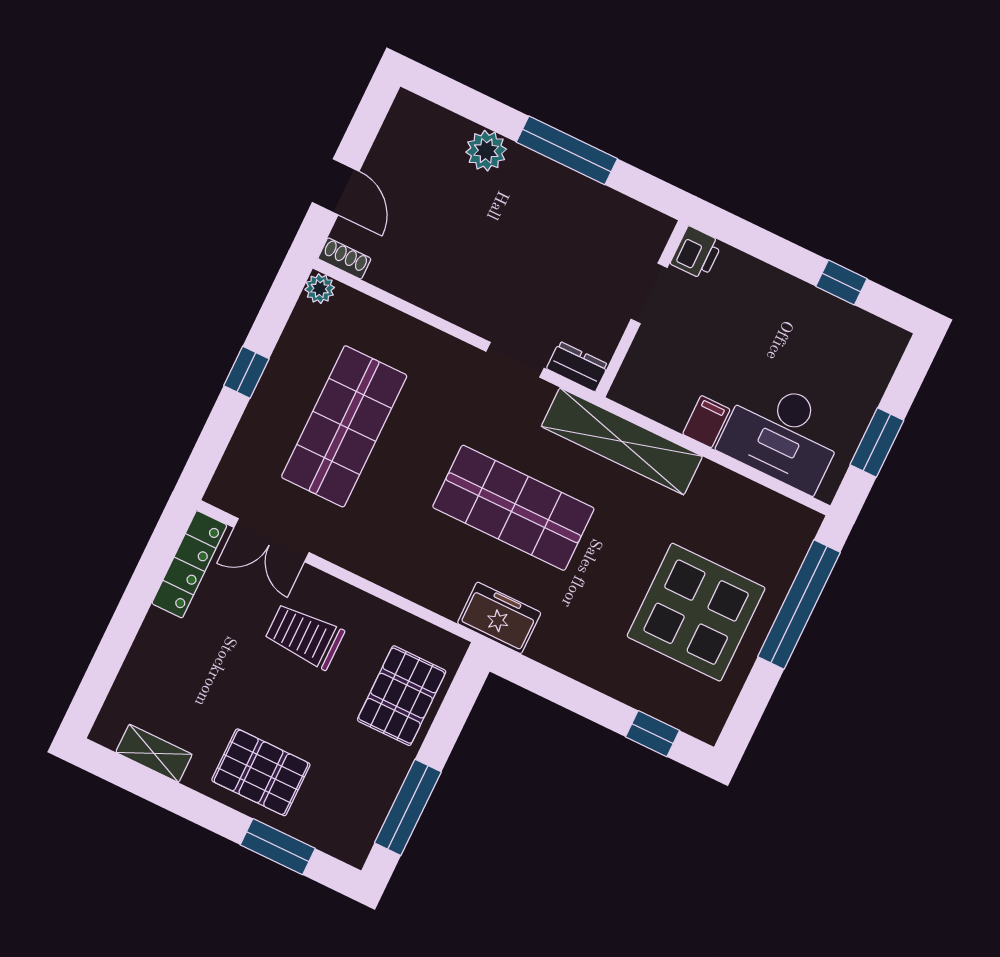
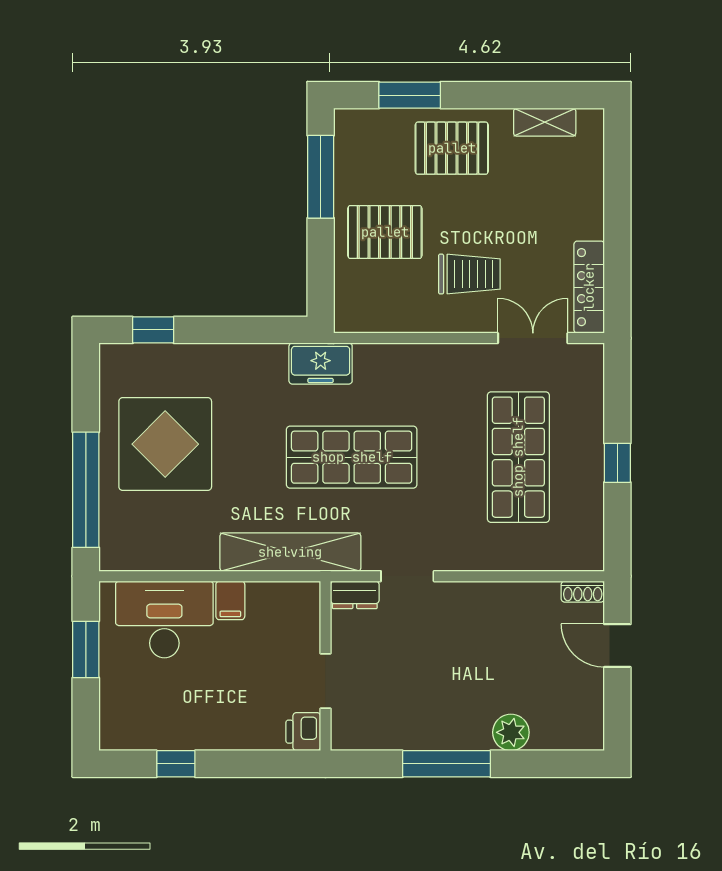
plant: (320, 289) -> (591, 558), removed
pallet: (402, 696) -> (385, 232), moved, turned 90

